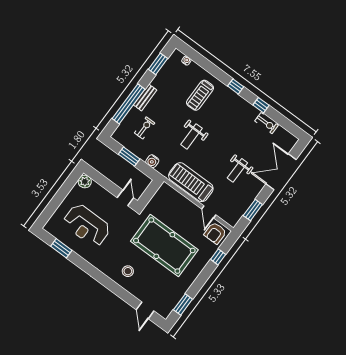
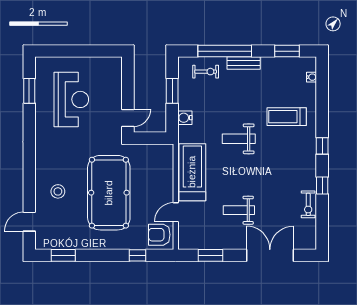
exercise bike: (145, 128) -> (206, 72), moved
plant: (85, 181) -> (114, 65), removed
reception desk: (87, 225) -> (71, 99), turned 180
stool: (128, 271) -> (58, 191), moved

